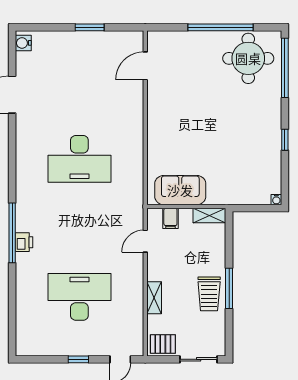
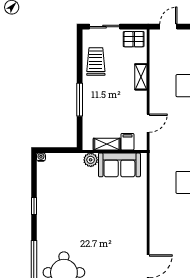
plant: (216, 196) -> (91, 160), added
shelving: (209, 215) -> (107, 144), moved
window: (229, 288) -> (80, 100), moved
trolley: (209, 294) -> (96, 62), moved

